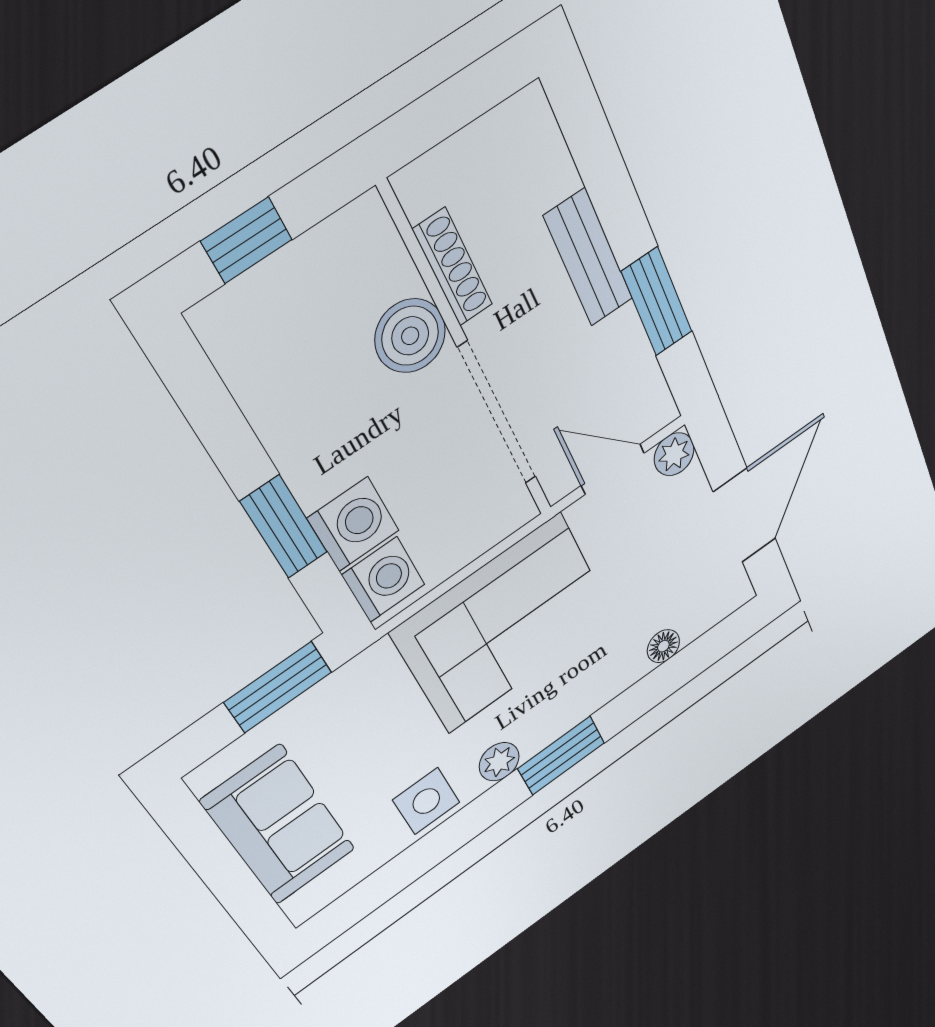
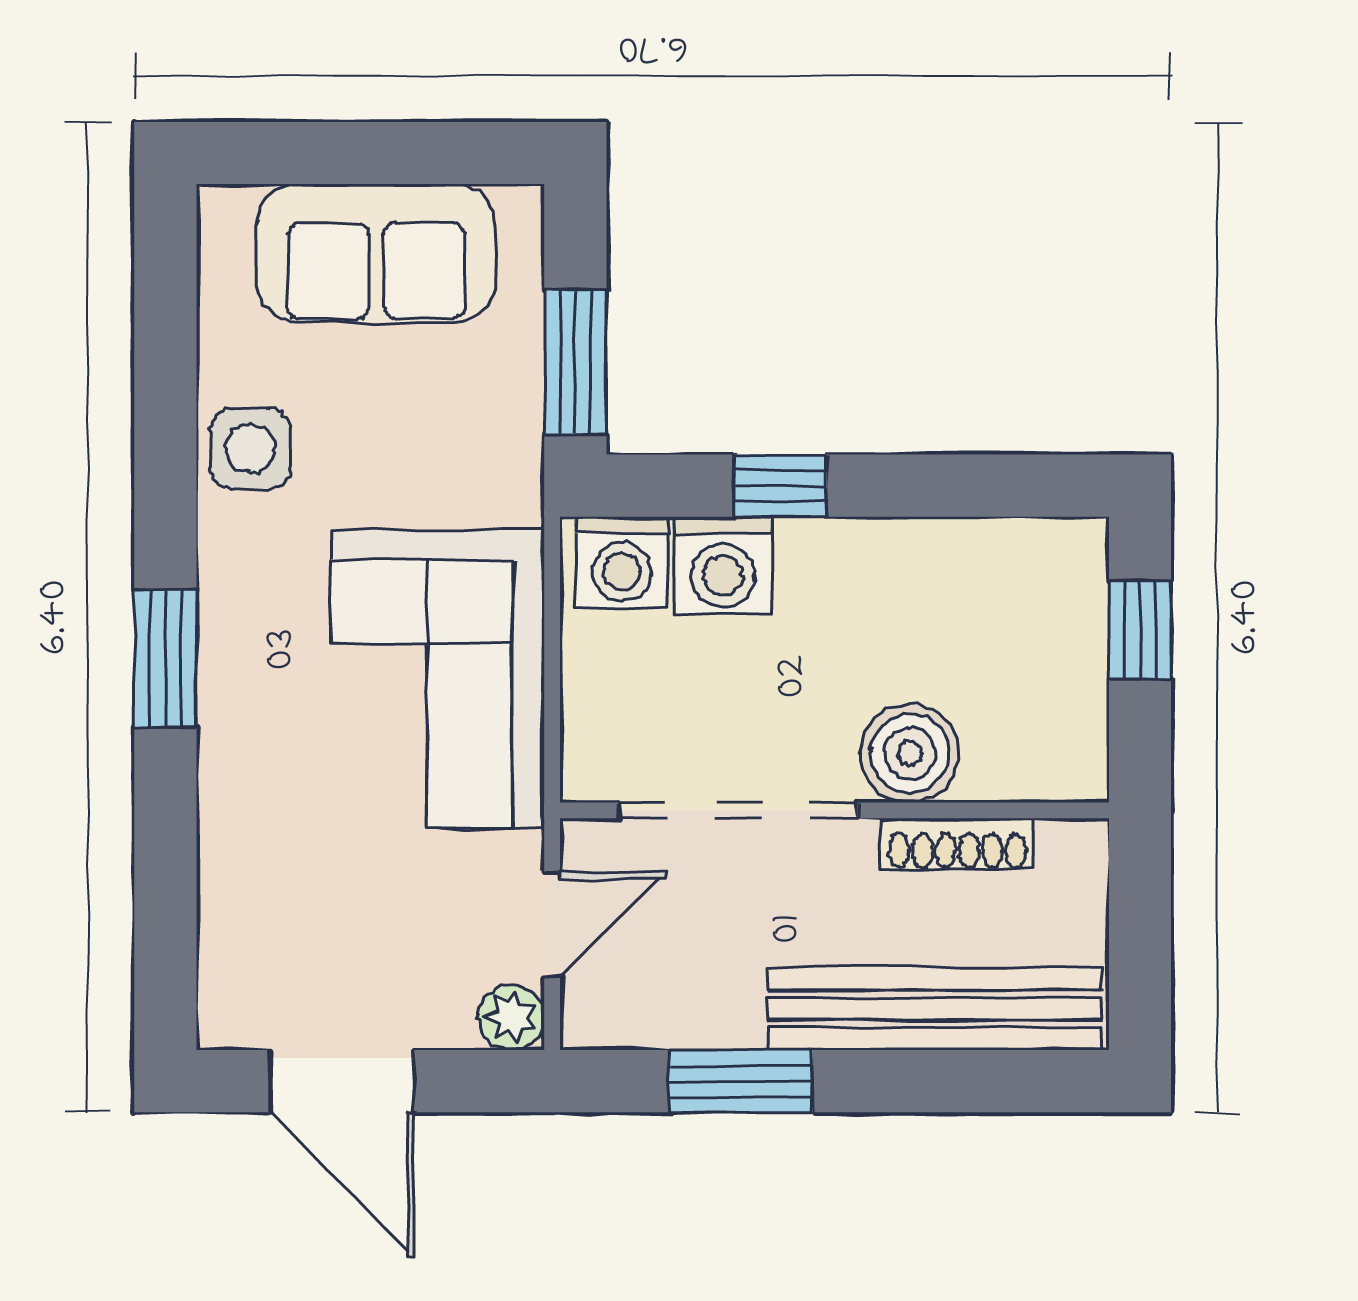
bench: (588, 258) -> (935, 1009), width x1.86, depth x1.21
window: (284, 527) -> (781, 486), width x0.67
floor lamp: (663, 646) -> (225, 880), removed
plant: (499, 762) -> (229, 572), removed

